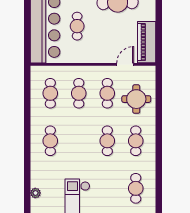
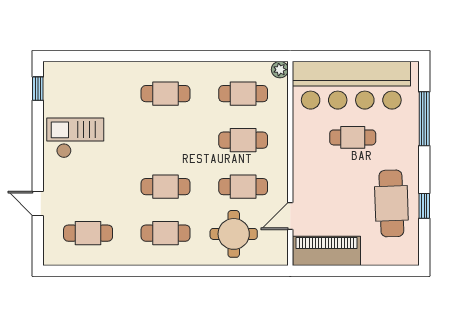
door: (125, 64) -> (290, 216), swing flipped
plant: (35, 193) -> (280, 70), moved

